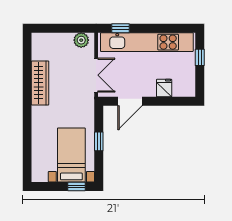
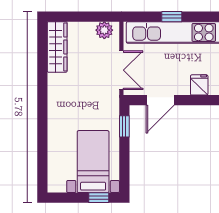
window: (120, 28) -> (172, 17), moved
wardrobe: (40, 83) -> (57, 47), moved
window: (99, 141) -> (124, 126), moved

